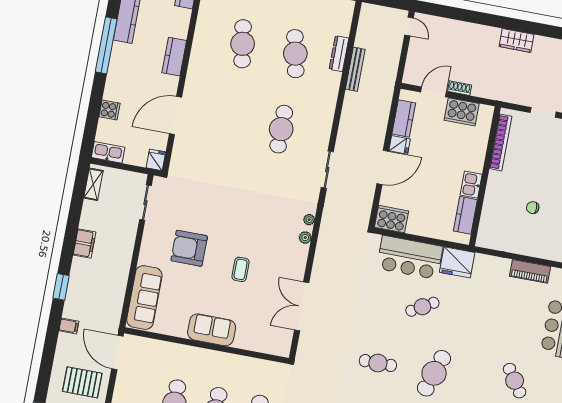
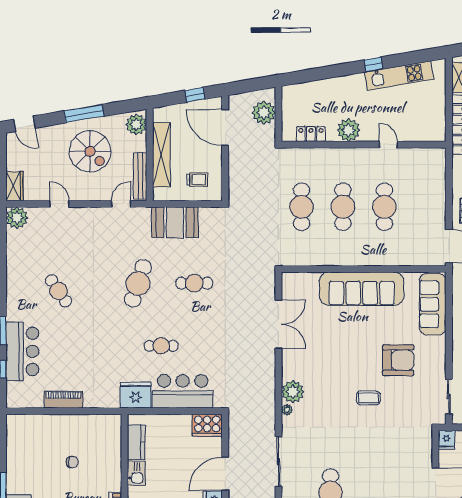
sliding door: (327, 170) -> (279, 462), width x1.37
plant: (305, 238) -> (293, 392), width x1.87, depth x1.87
coffee table: (241, 269) -> (368, 398), moved, turned 90
cafe table: (422, 307) -> (161, 346), turned 30
sofa: (212, 330) -> (362, 289), width x1.85, depth x1.27

